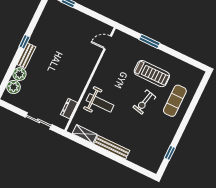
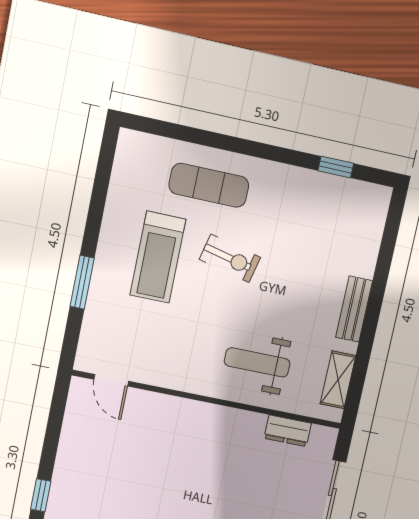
treadmill: (152, 74) -> (158, 257), turned 180
weight bench: (100, 103) -> (257, 362), turned -90
bench: (112, 147) -> (354, 309), width x0.73

